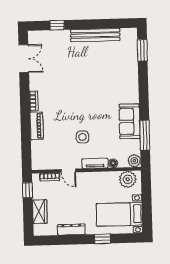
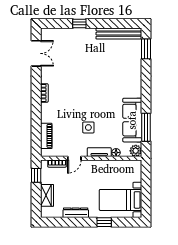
window: (57, 25) -> (79, 23), moved
bench: (95, 35) -> (119, 34), moved
sofa: (129, 121) -> (132, 120), width x1.36
piano: (37, 126) -> (46, 136), moved
door: (68, 171) -> (74, 158), hinge flipped
plant: (128, 179) -> (129, 168), removed

